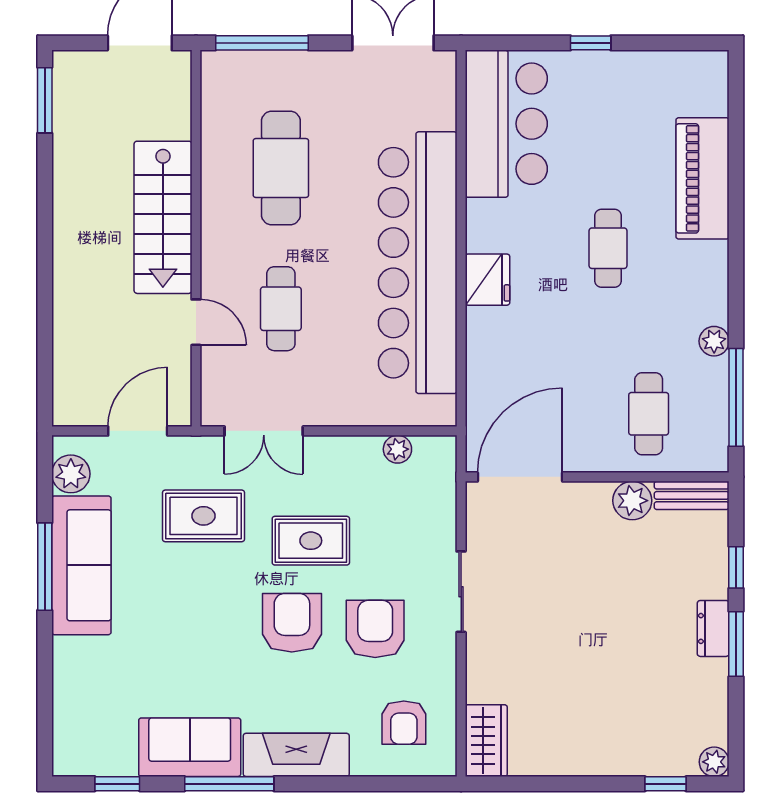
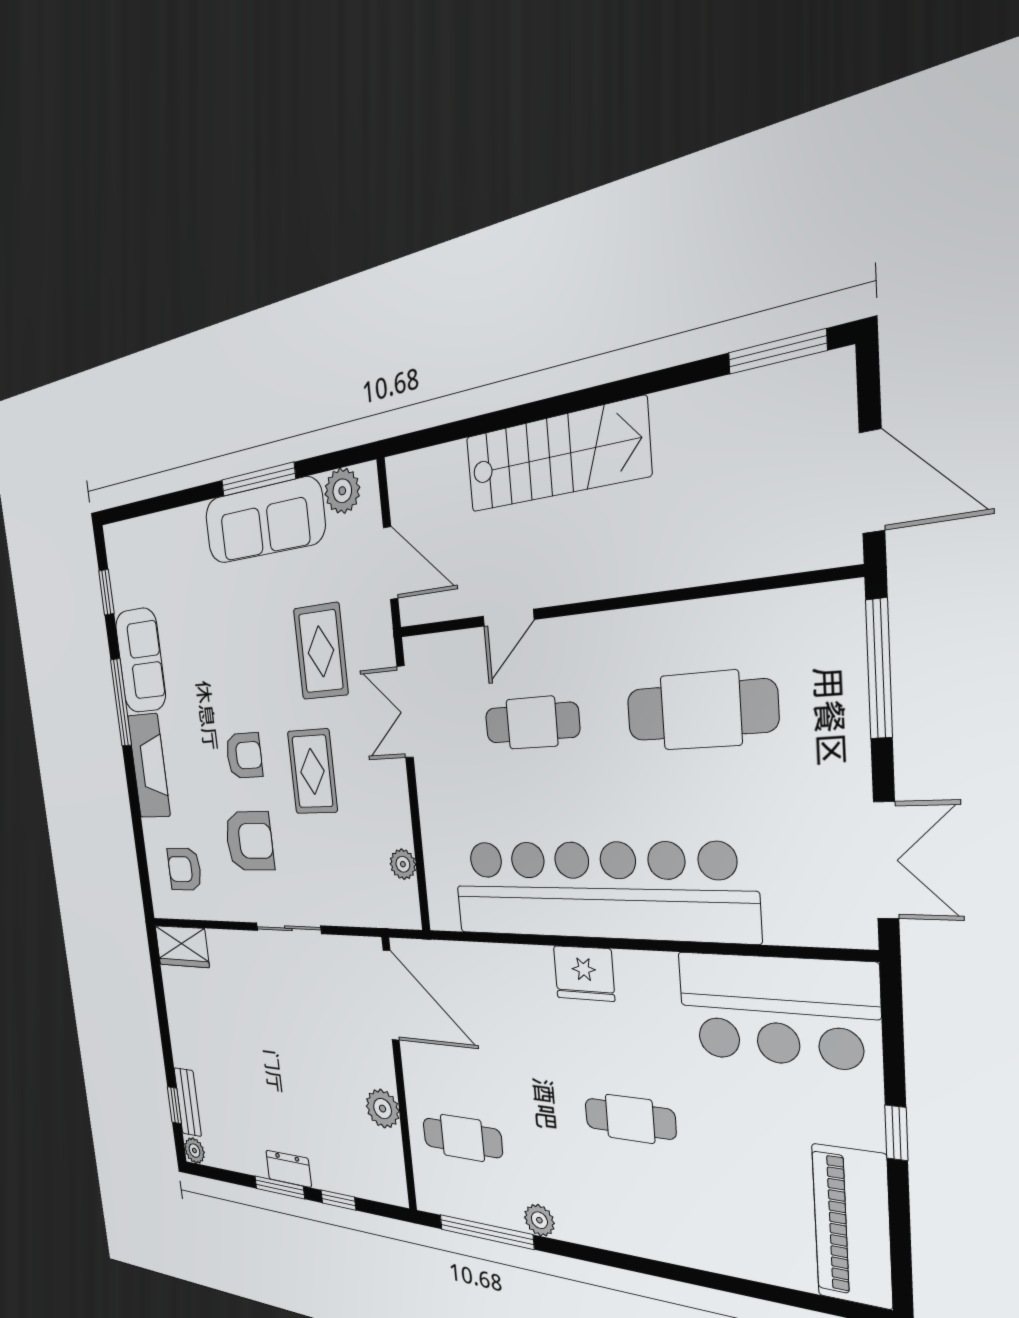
piano: (703, 178) -> (852, 1226), moved, turned -90
stairs: (163, 217) -> (555, 456), moved, turned 180
bench: (692, 495) -> (188, 1102), moved
armchair: (292, 623) -> (244, 756), width x0.72, depth x0.72

